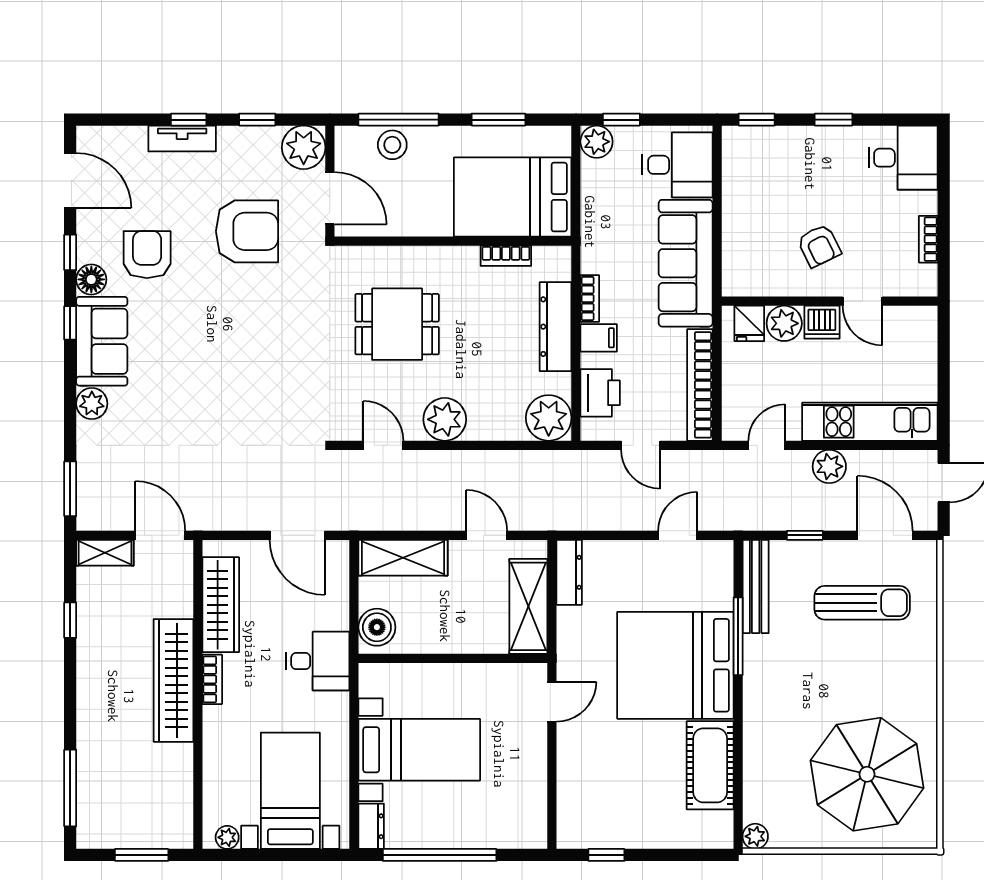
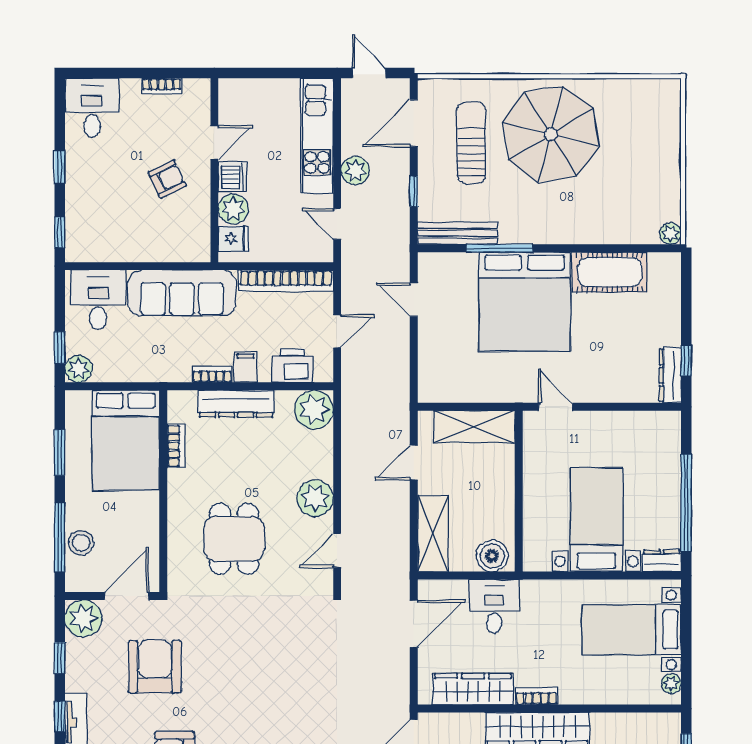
dresser: (569, 572) -> (670, 375), moved, turned -90
desk: (318, 661) -> (494, 606), moved
parasol: (867, 774) -> (551, 134), moved

